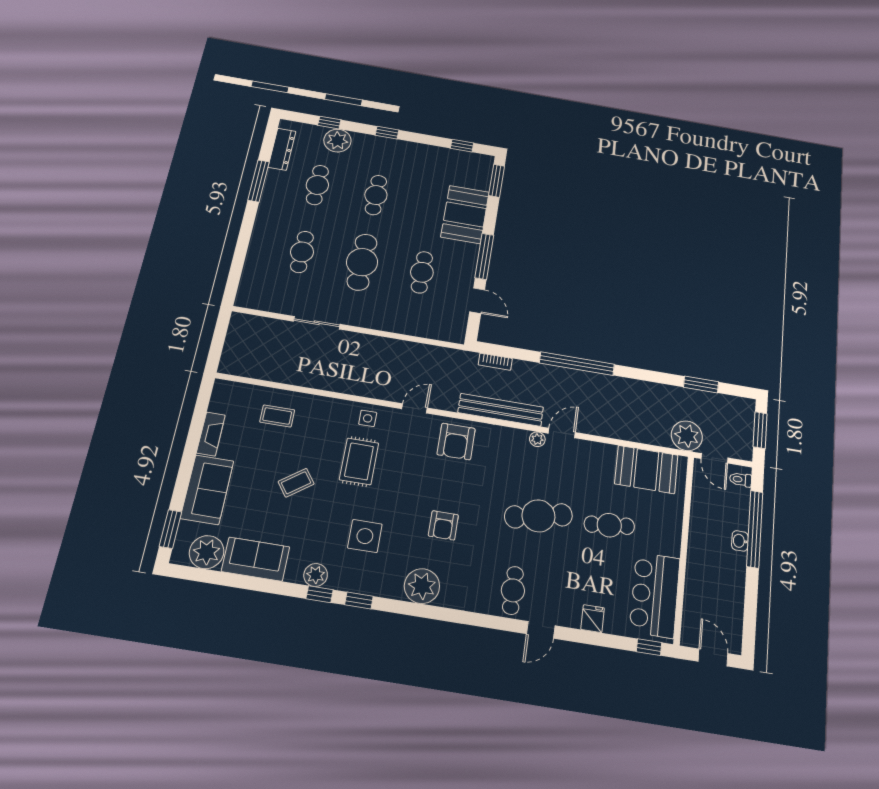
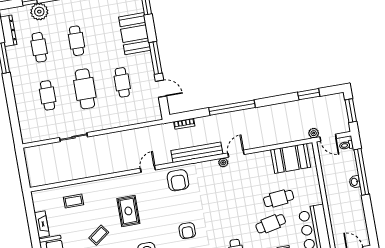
side table: (368, 418) -> (124, 184), removed
plant: (687, 436) -> (314, 133), width x0.53, depth x0.53
cafe table: (538, 516) -> (271, 224), moved, width x0.73, depth x0.74

